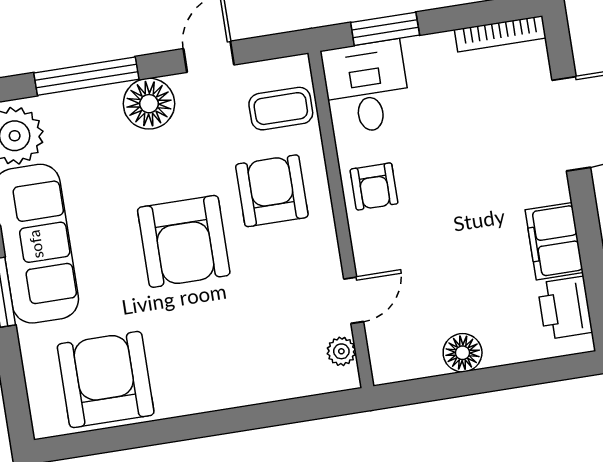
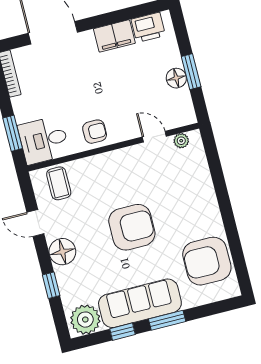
window: (86, 76) -> (51, 285), width x0.46
armchair: (272, 191) -> (102, 184), removed
window: (472, 382) -> (191, 72), added

